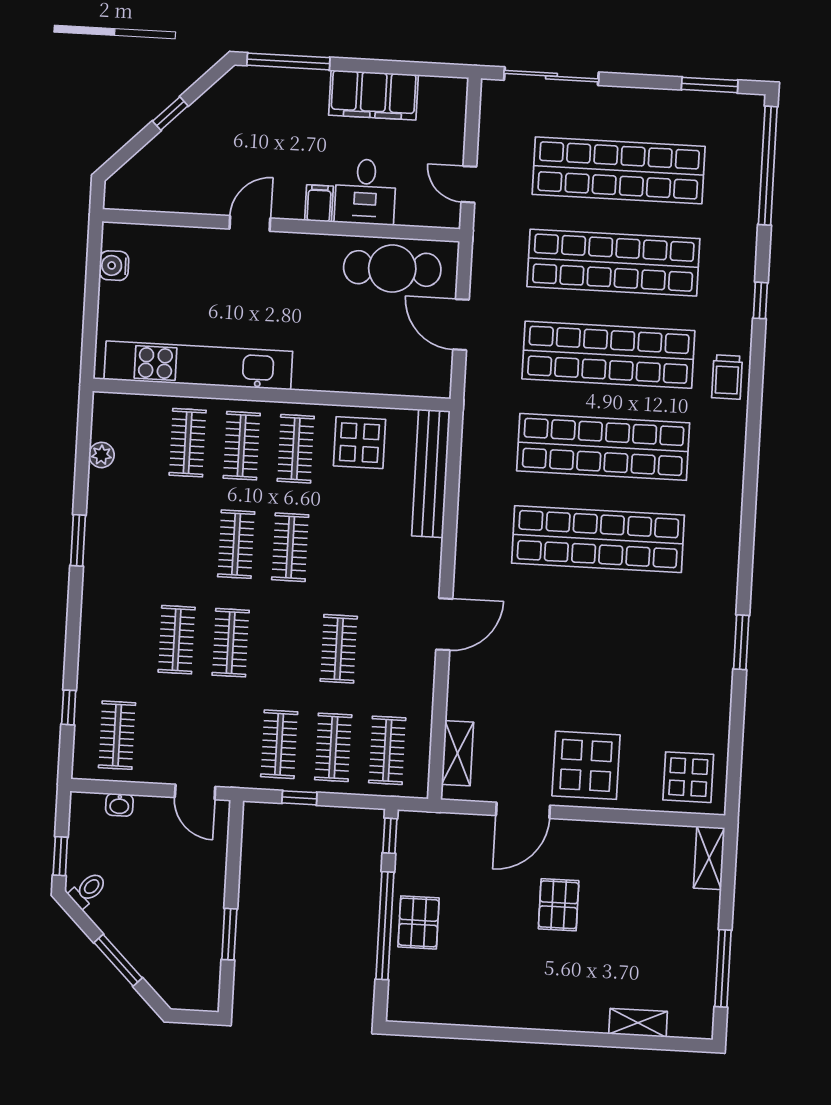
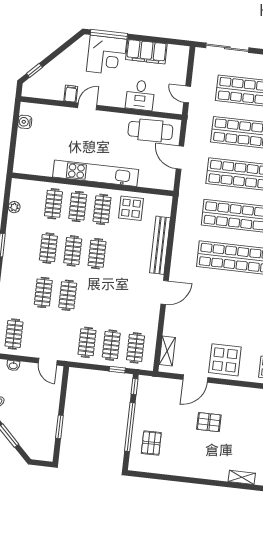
corner desk: (286, 108) -> (107, 55), added
window: (170, 113) -> (34, 70), moved
filing cabinet: (319, 203) -> (71, 94), moved
kitchen unit: (198, 365) -> (96, 173), moved
bench: (431, 473) -> (160, 245), moved
clothes rail: (339, 649) -> (48, 248), moved
window: (299, 798) -> (117, 370), moved
pallet: (559, 905) -> (209, 422), turned 90
pallet: (419, 922) -> (151, 443), moved

